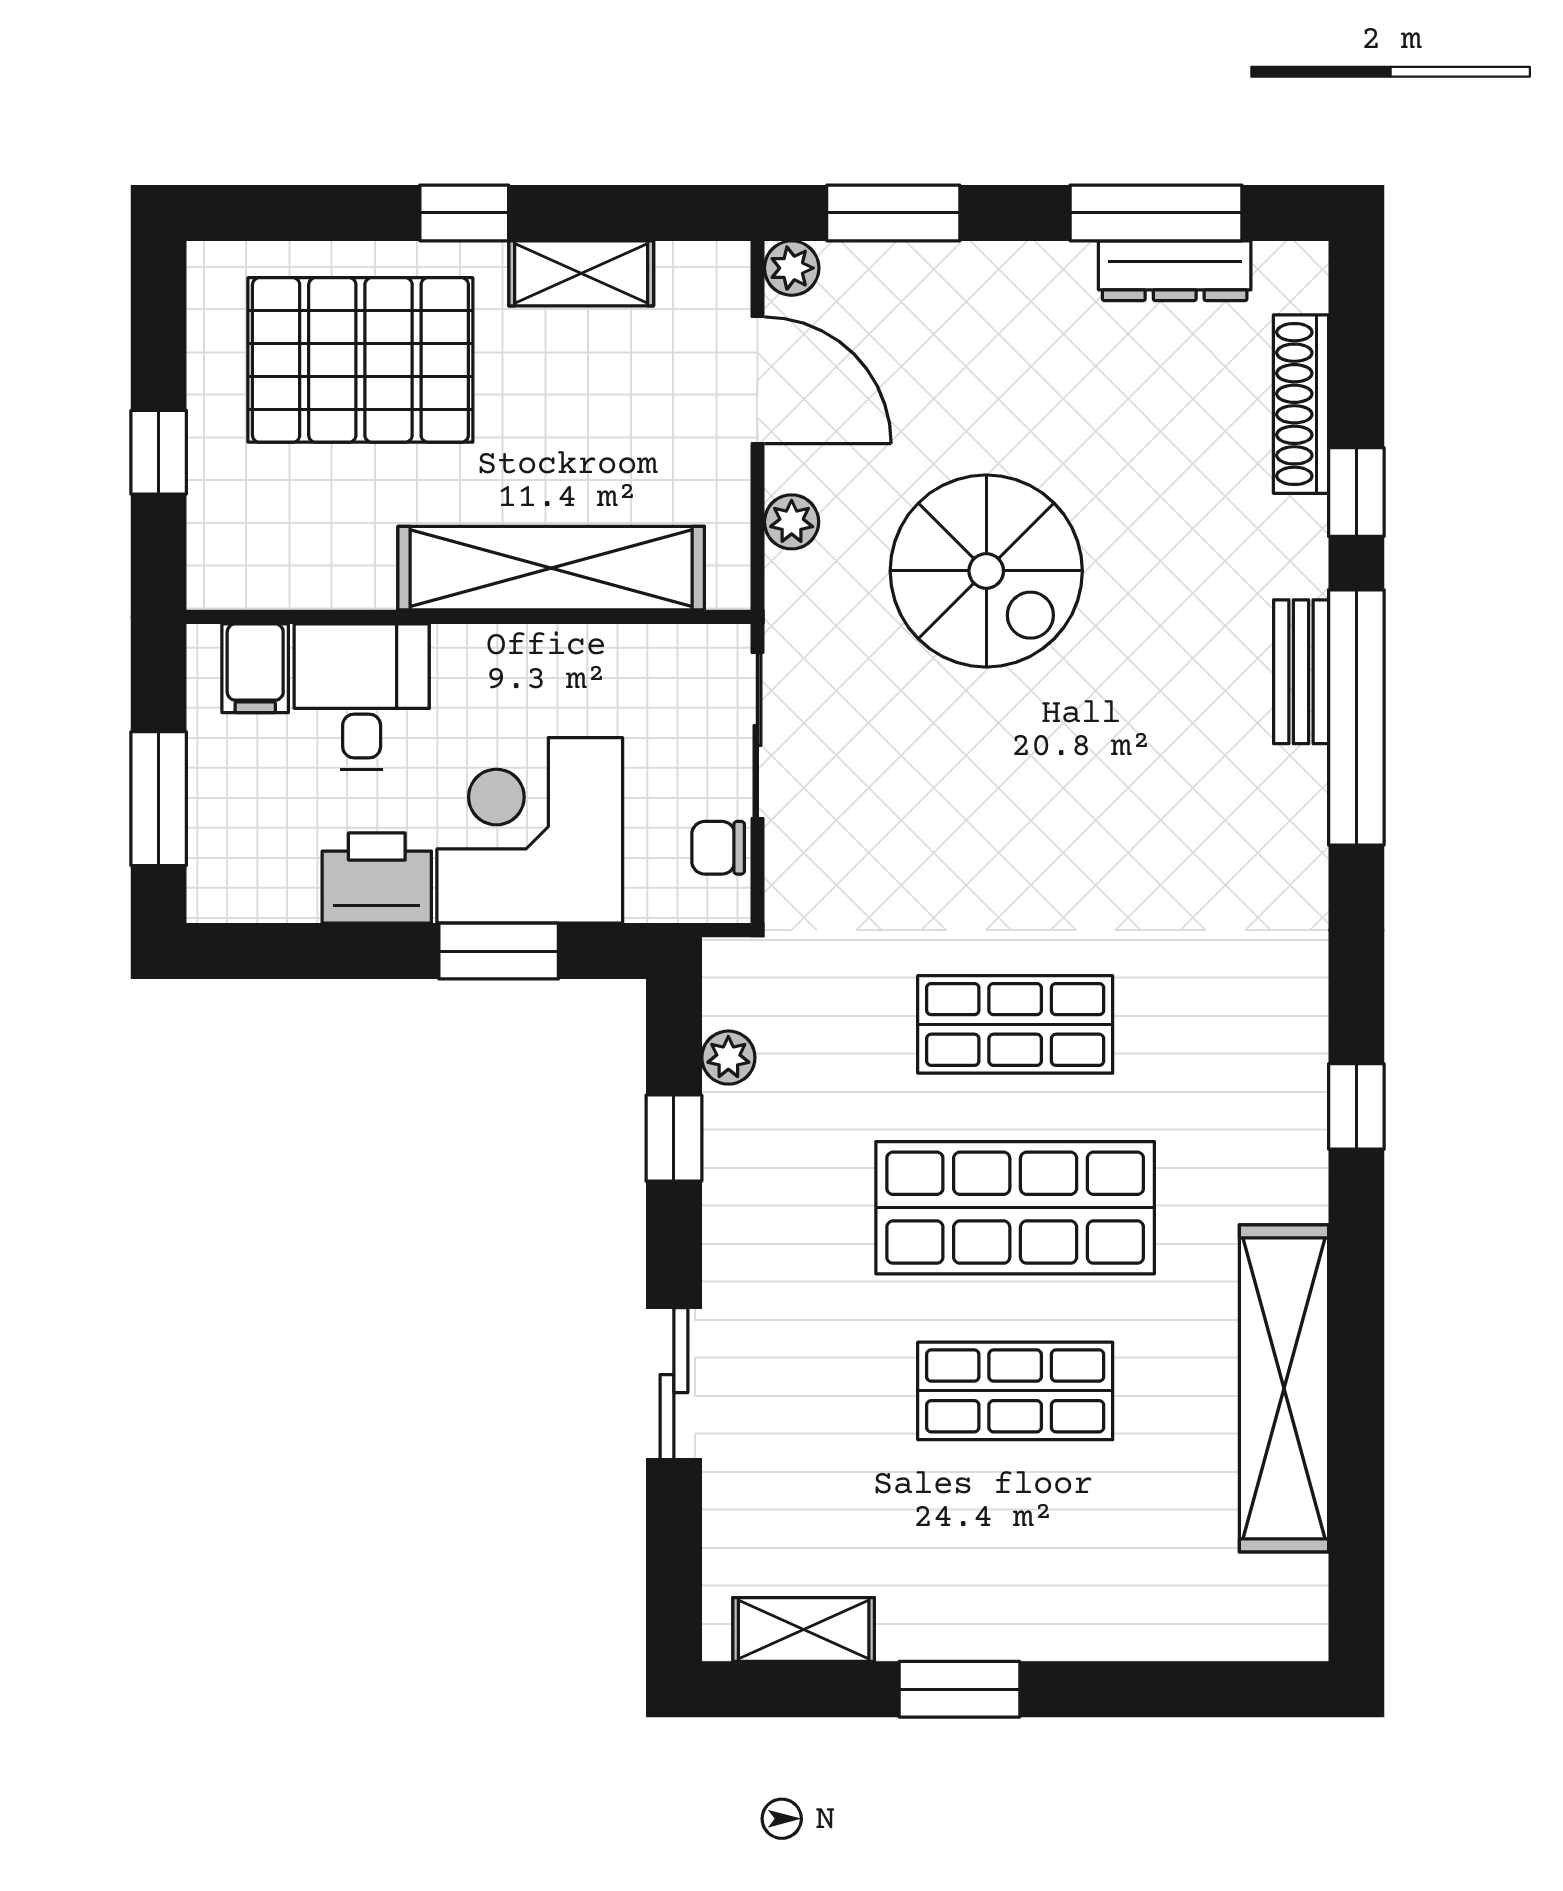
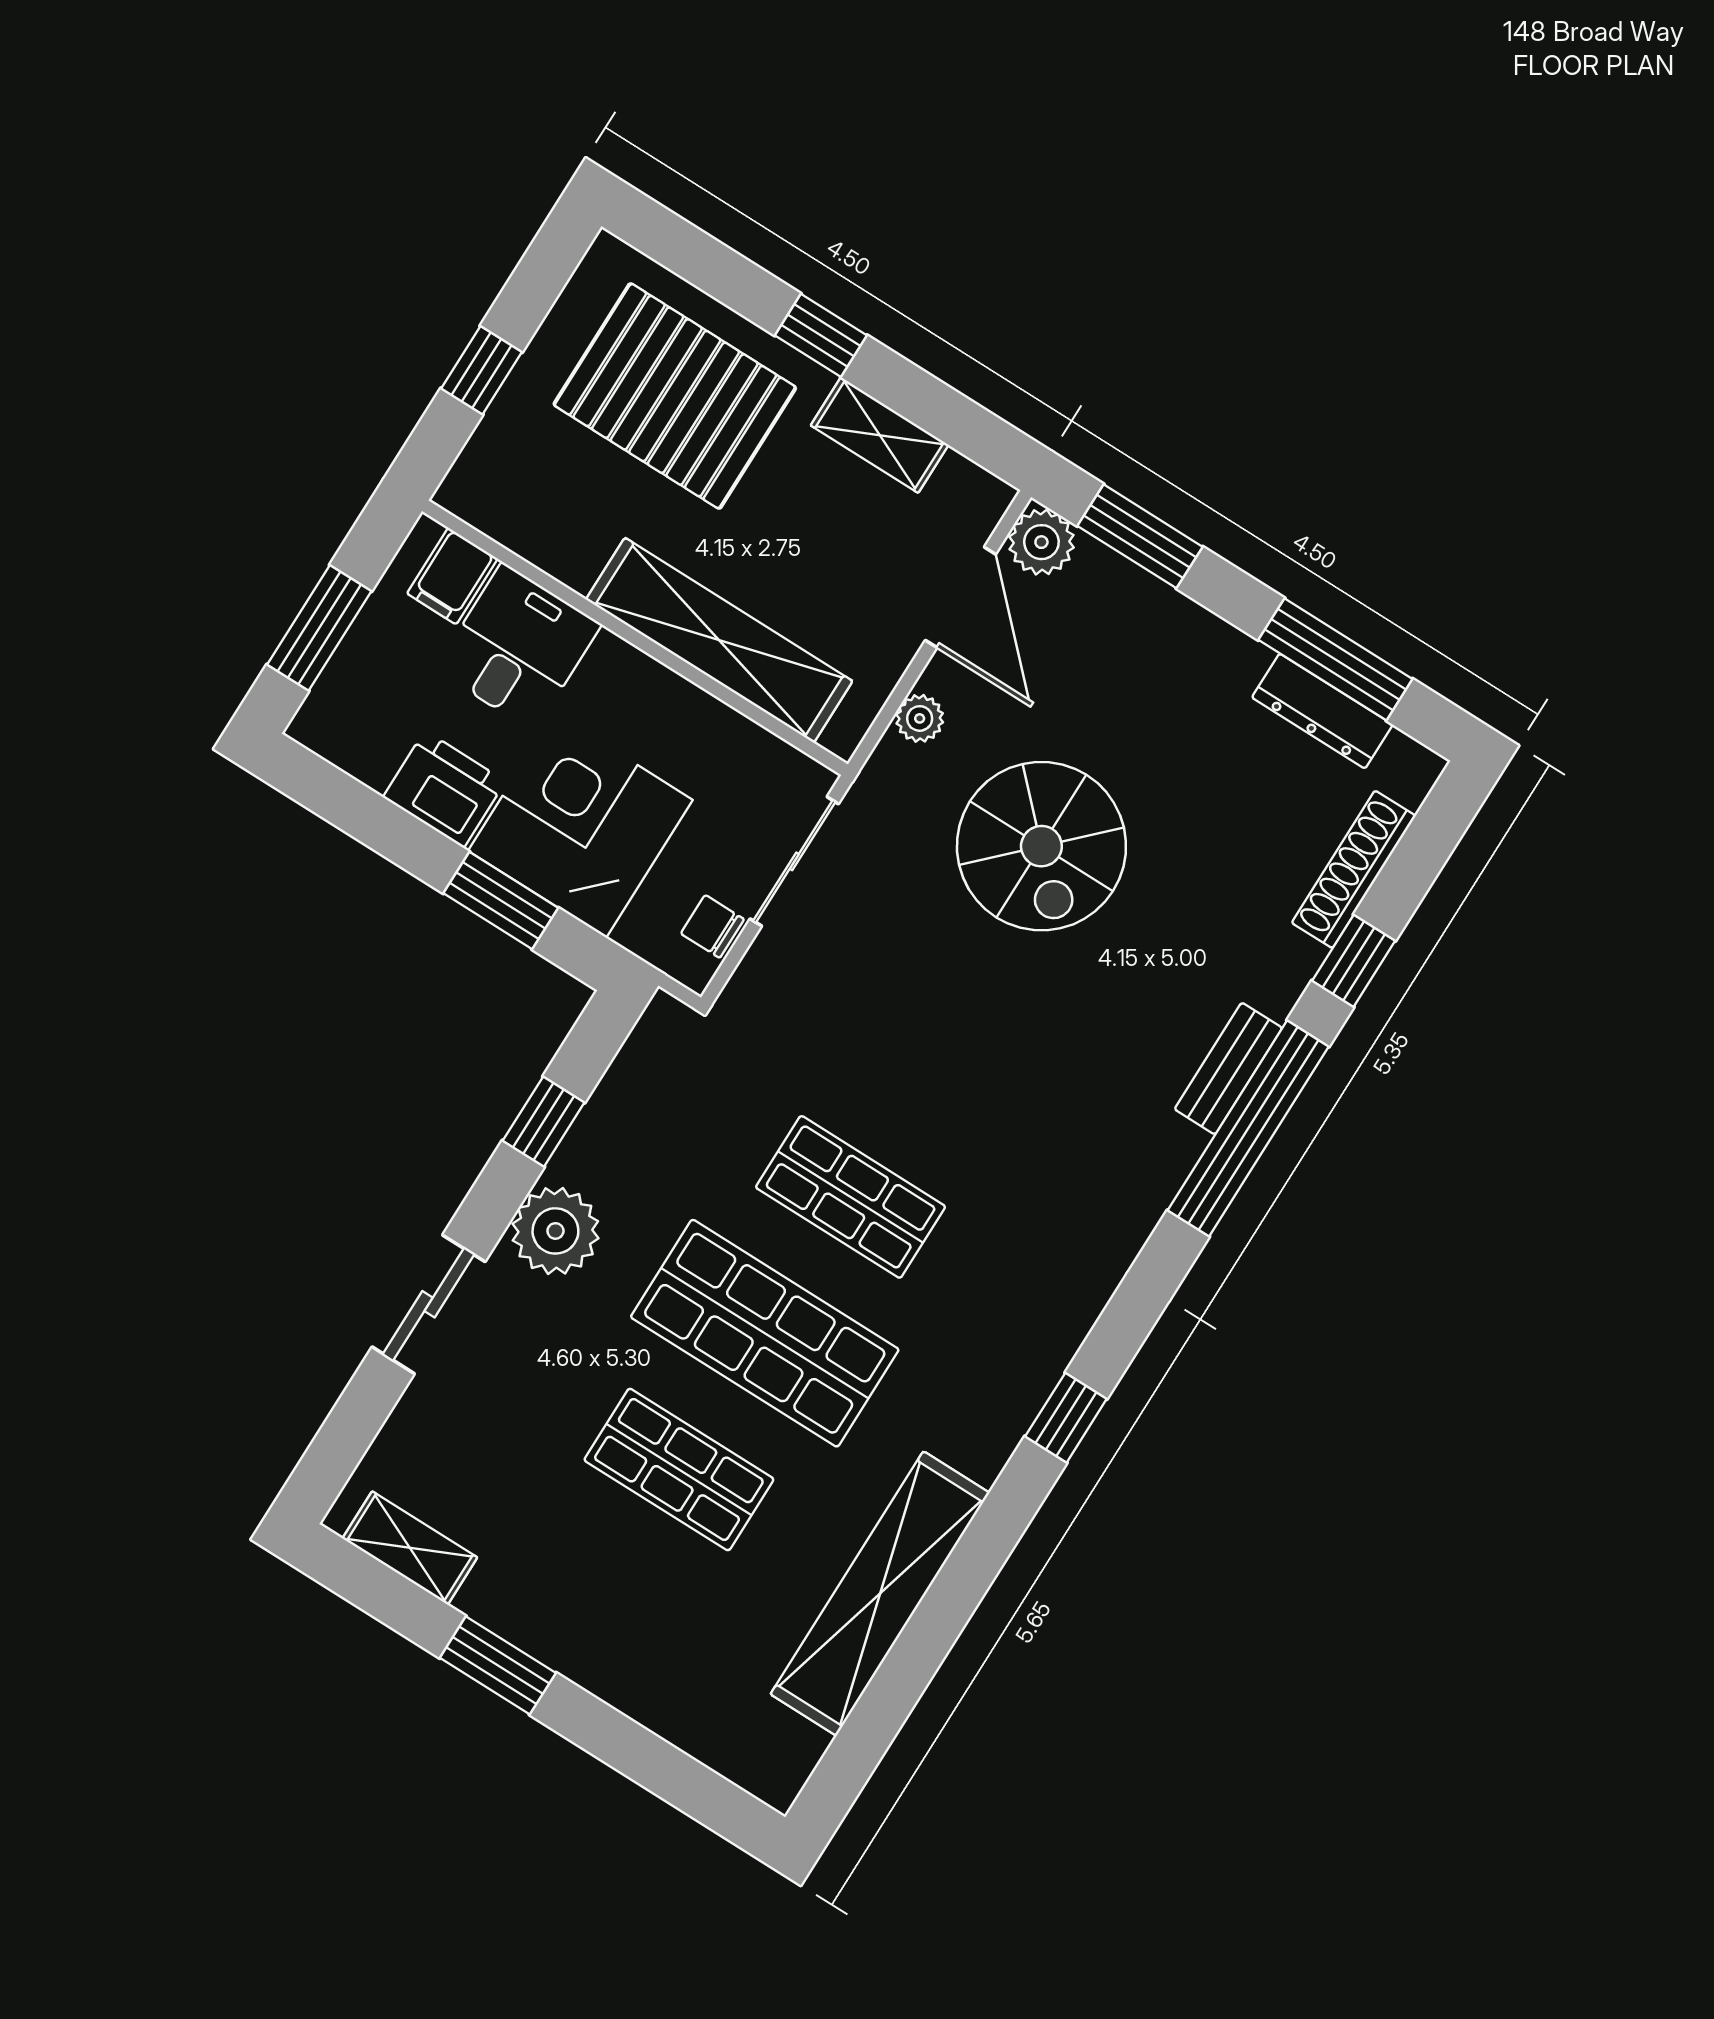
plant: (792, 268) -> (1041, 542), width x1.38, depth x1.38
plant: (728, 1058) -> (555, 1231), moved, width x1.88, depth x1.88

